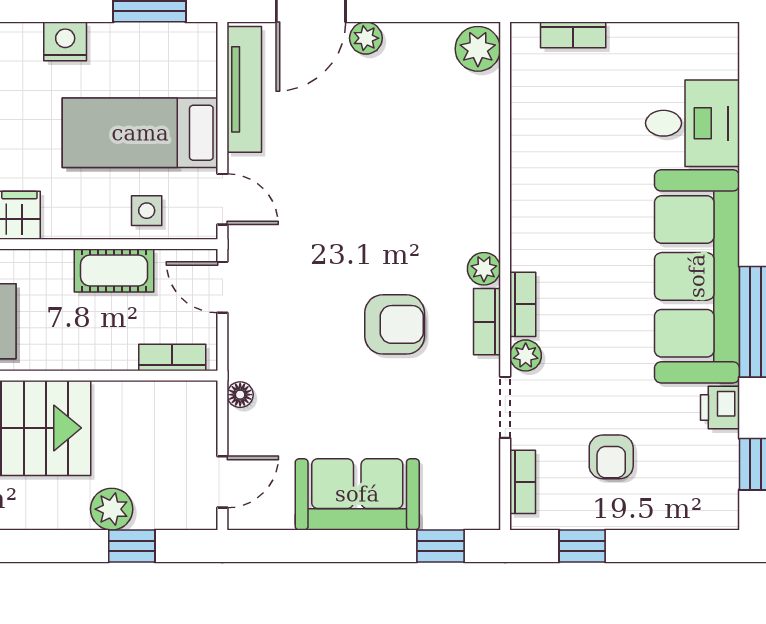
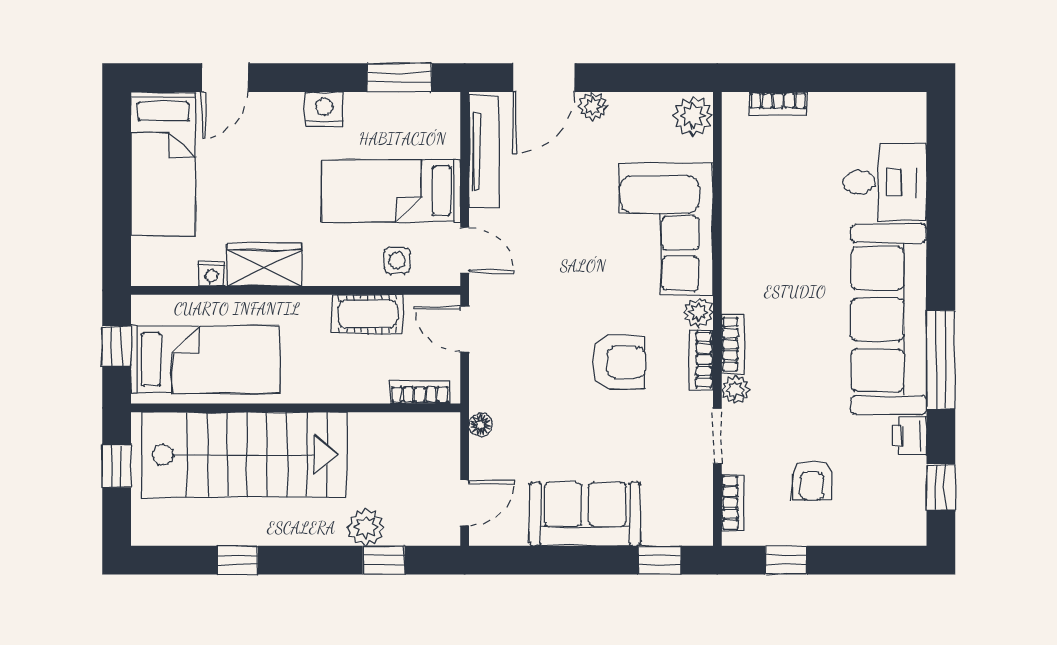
corner sofa: (448, 175) -> (666, 229), added

